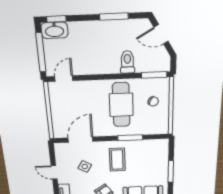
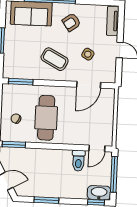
toilet: (127, 62) -> (78, 161), moved
window: (130, 138) -> (21, 82), moved
coffee table: (117, 160) -> (55, 59), turned -62

